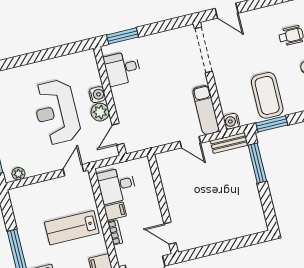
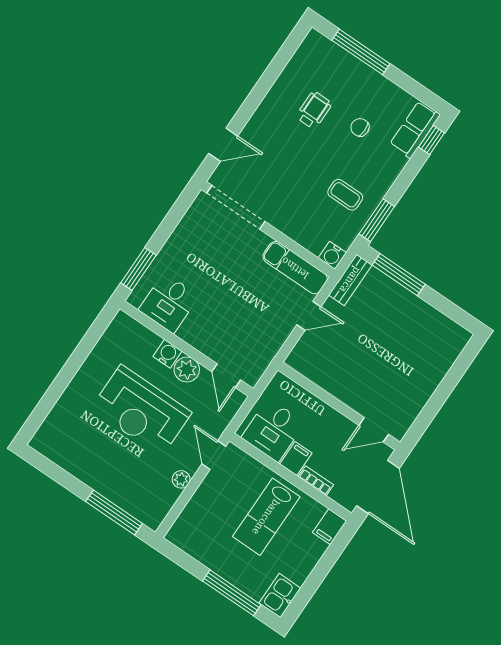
coffee table: (267, 95) -> (345, 195), width x0.54, depth x0.58
plant: (18, 174) -> (181, 479), moved

